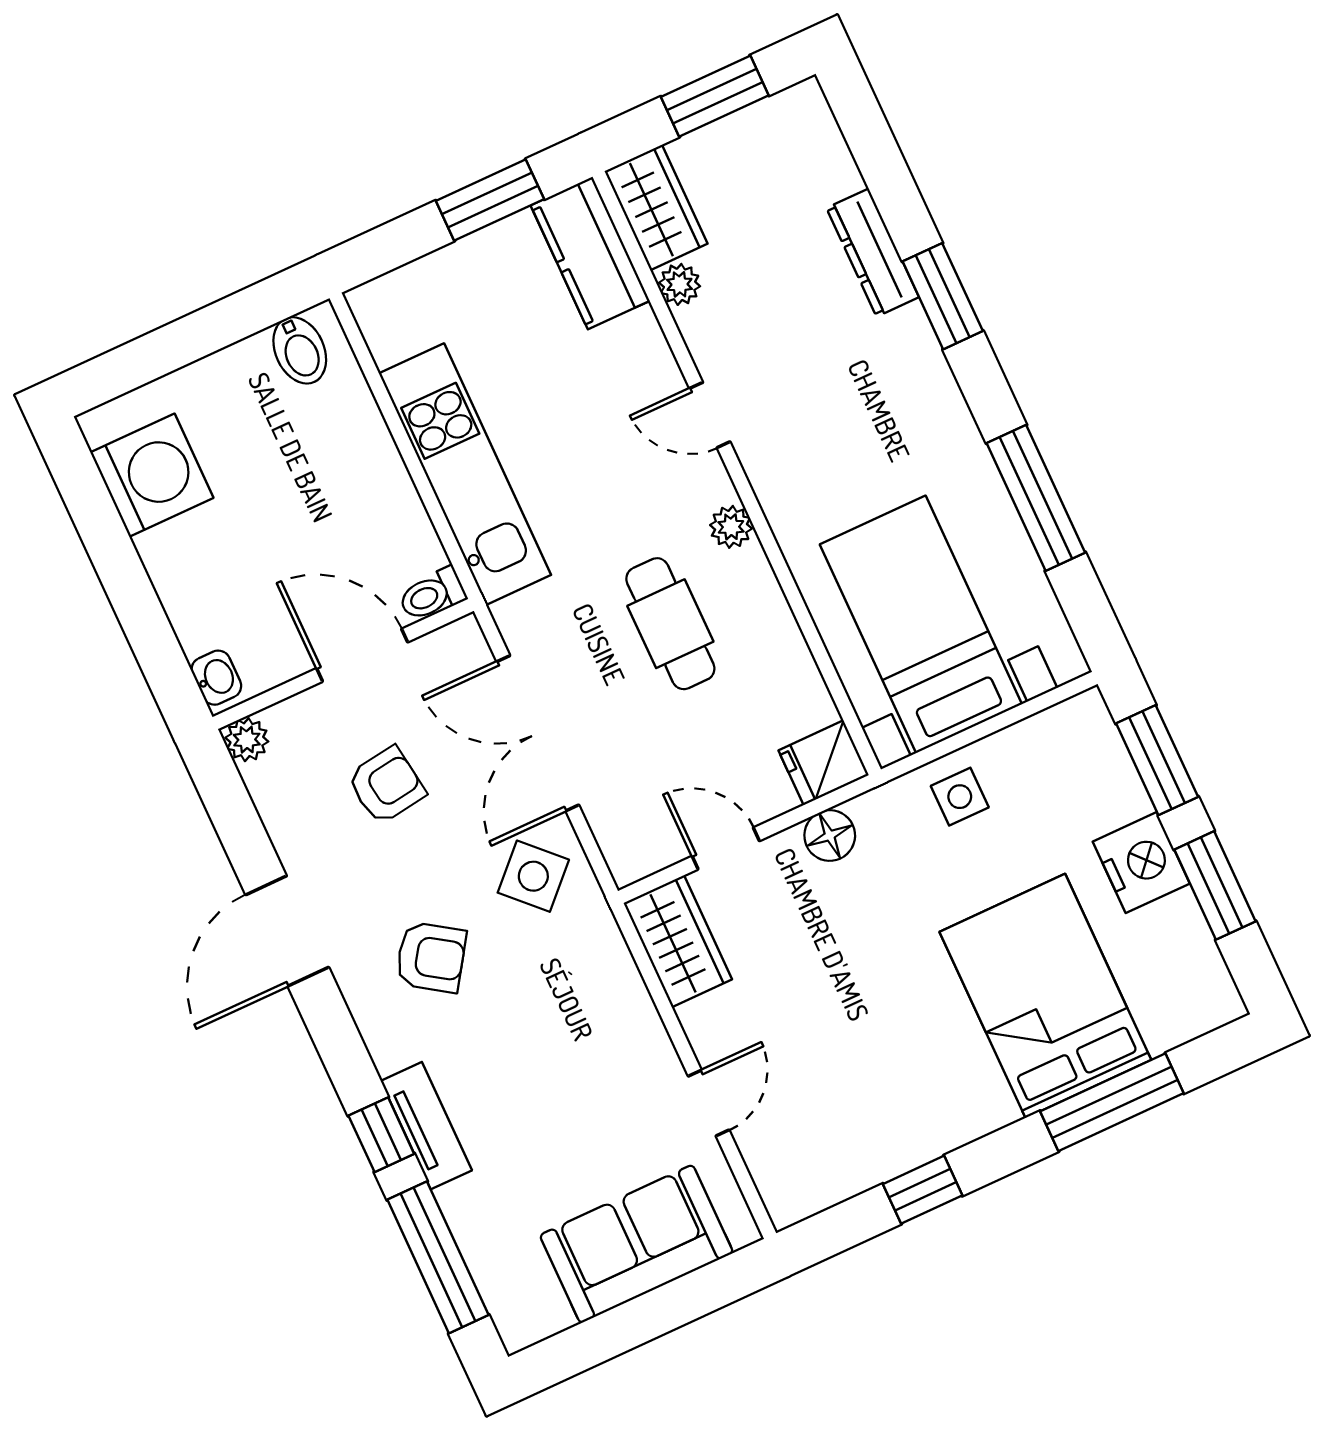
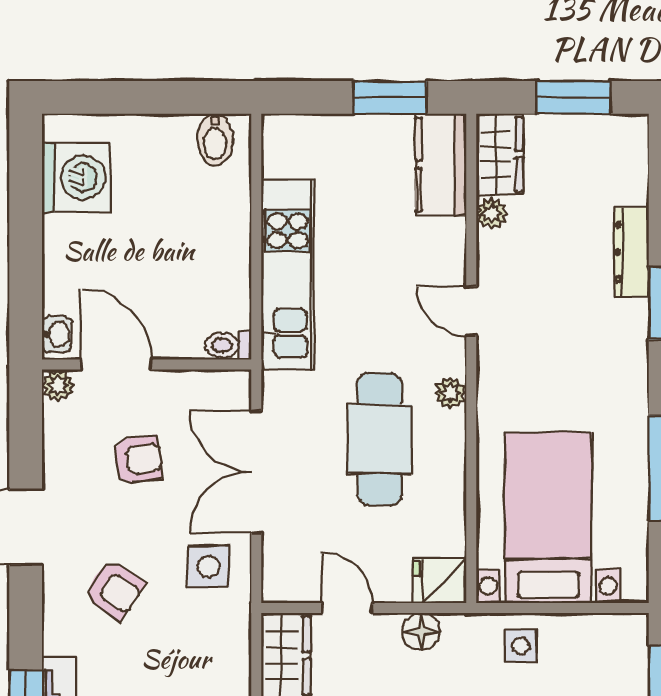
cafe table: (670, 624) -> (380, 439), width x1.37, depth x1.35
door: (362, 655) -> (116, 364), moved
side table: (533, 876) -> (209, 567), turned 45

